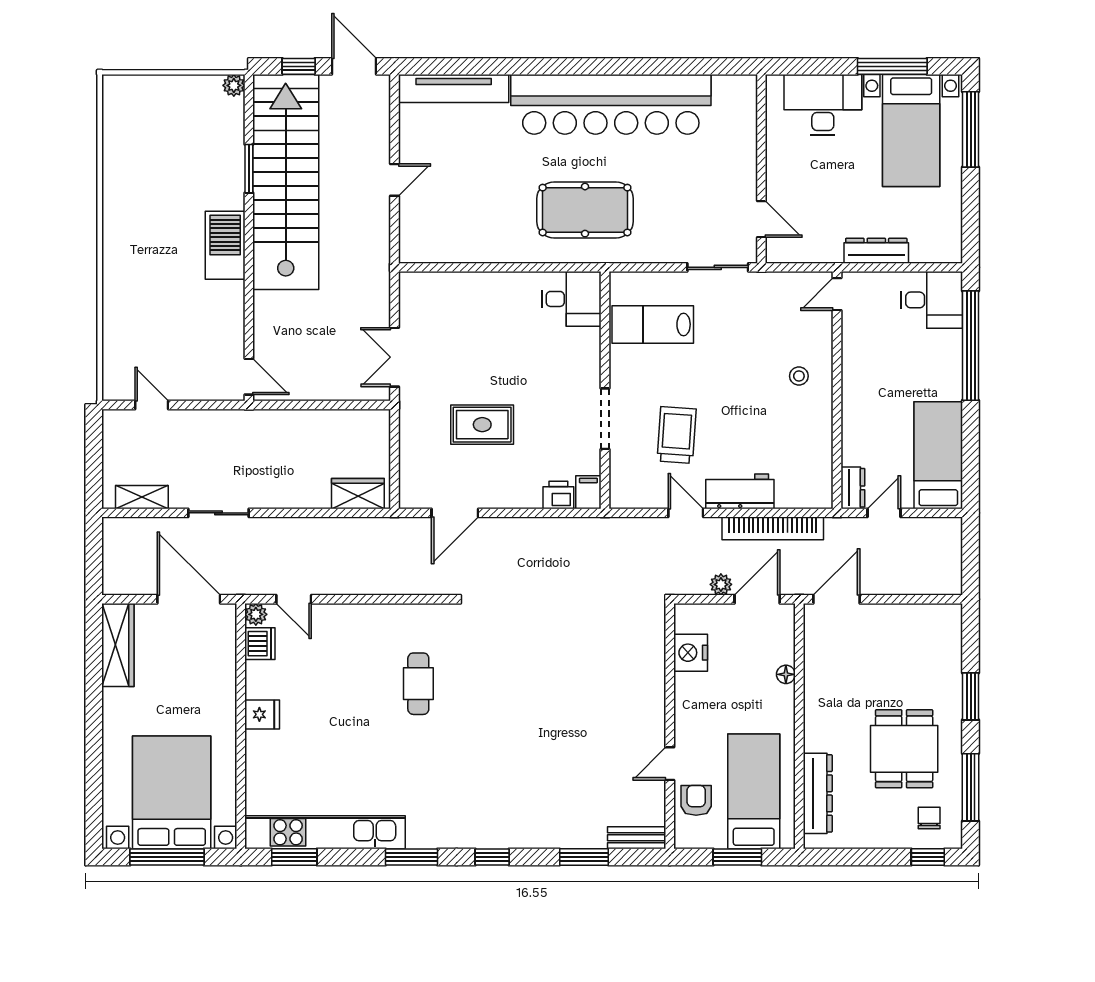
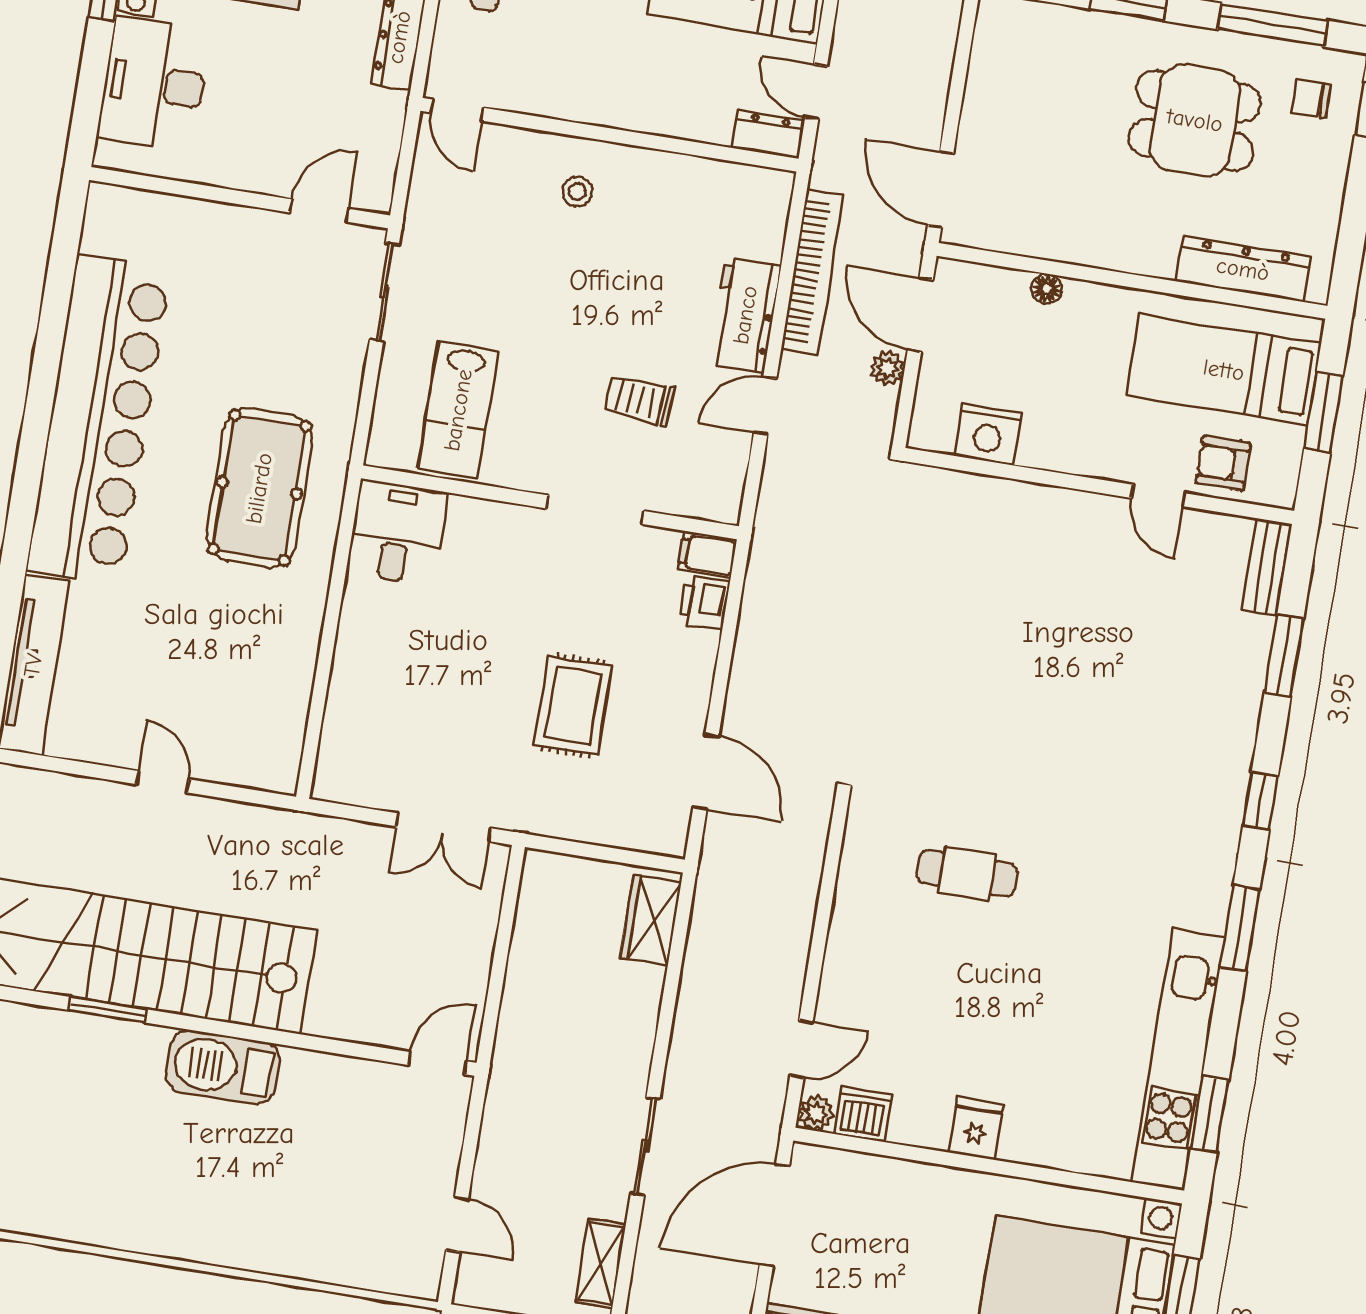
door: (152, 405) -> (457, 1224), swing flipped
trolley: (677, 435) -> (639, 400), width x0.73, depth x0.72

